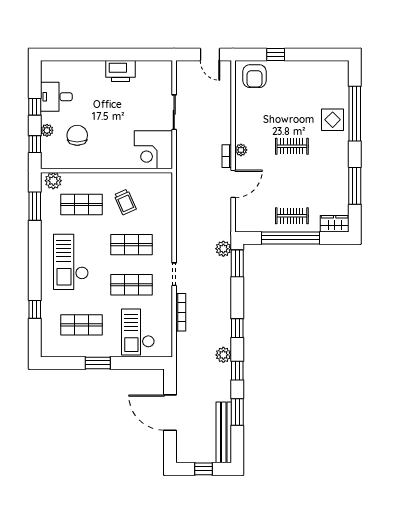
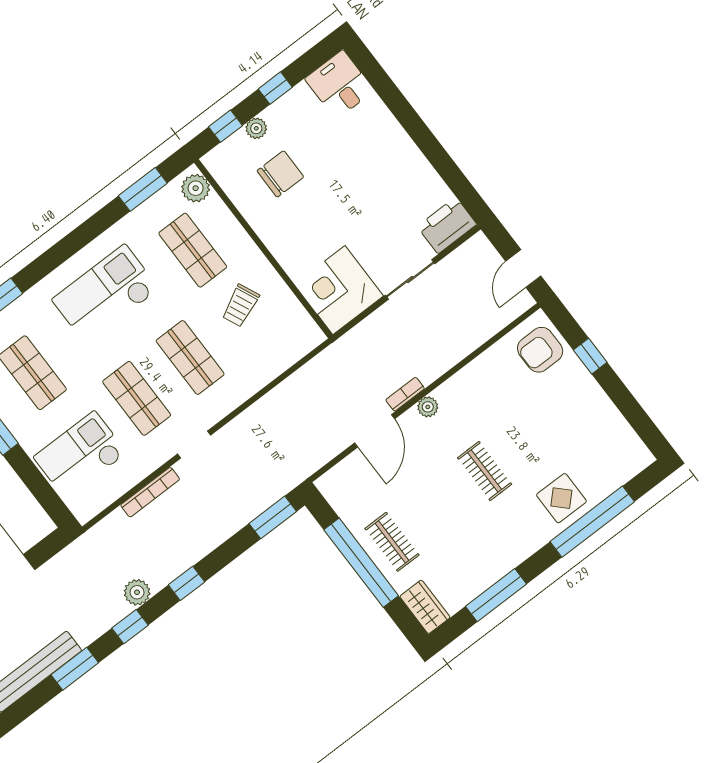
printer: (121, 71) -> (447, 225), moved, turned 90
desk: (56, 97) -> (339, 85), moved
door: (233, 184) -> (375, 431), hinge flipped
plant: (223, 249) -> (278, 484), removed

